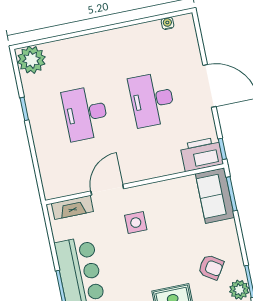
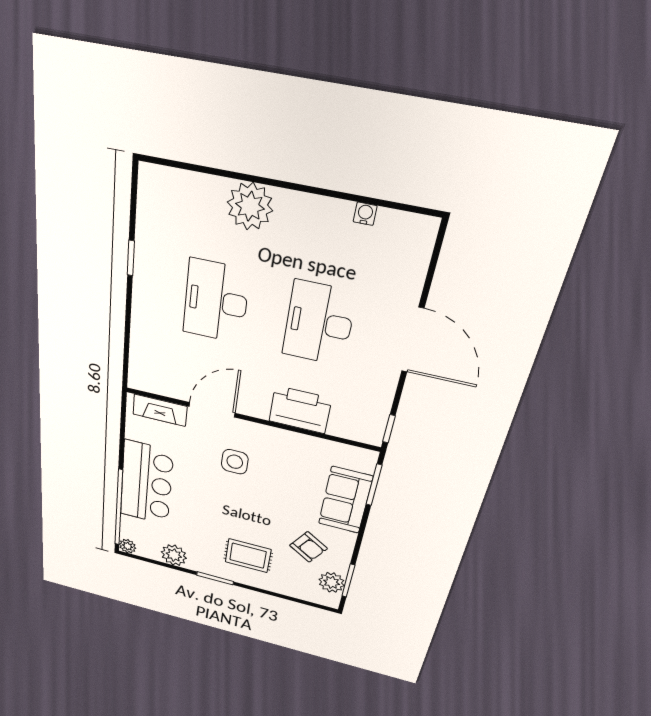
water cooler: (168, 23) -> (365, 214), moved
plant: (31, 60) -> (250, 206), moved
printer: (202, 154) -> (300, 410), moved
sofa: (215, 196) -> (345, 500), moved

